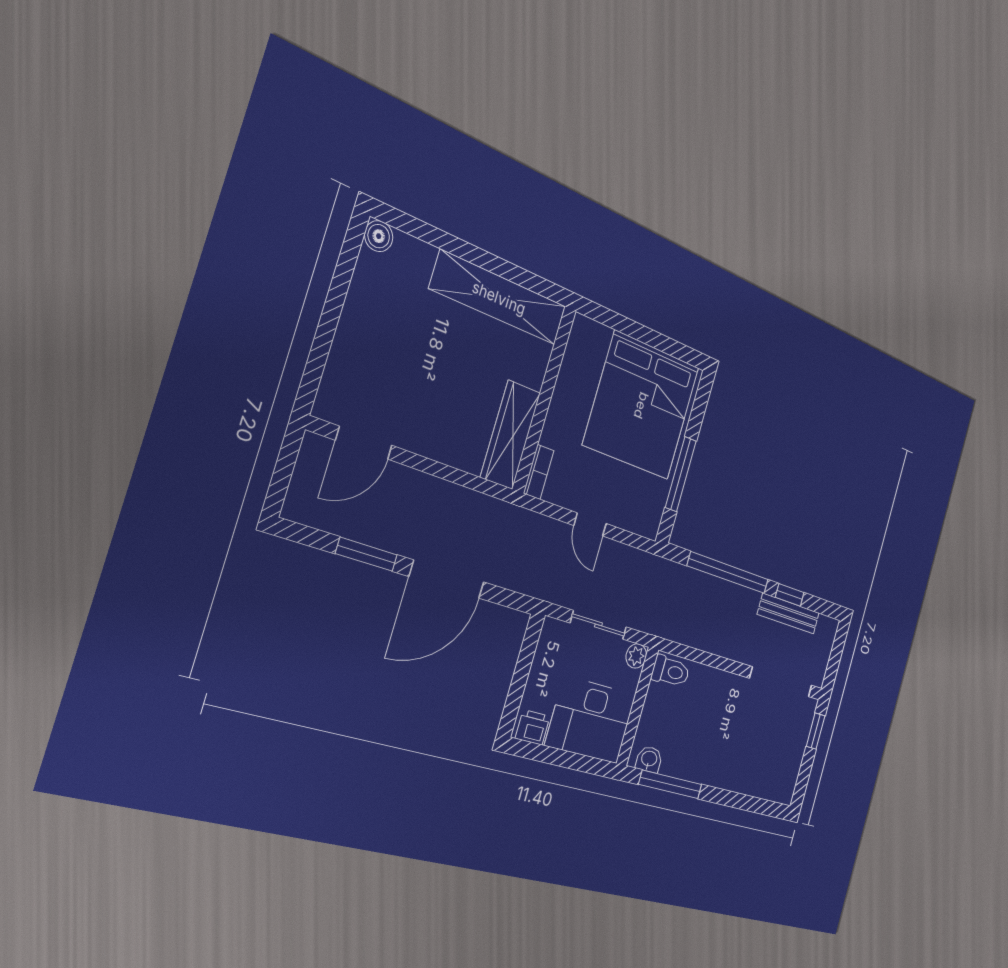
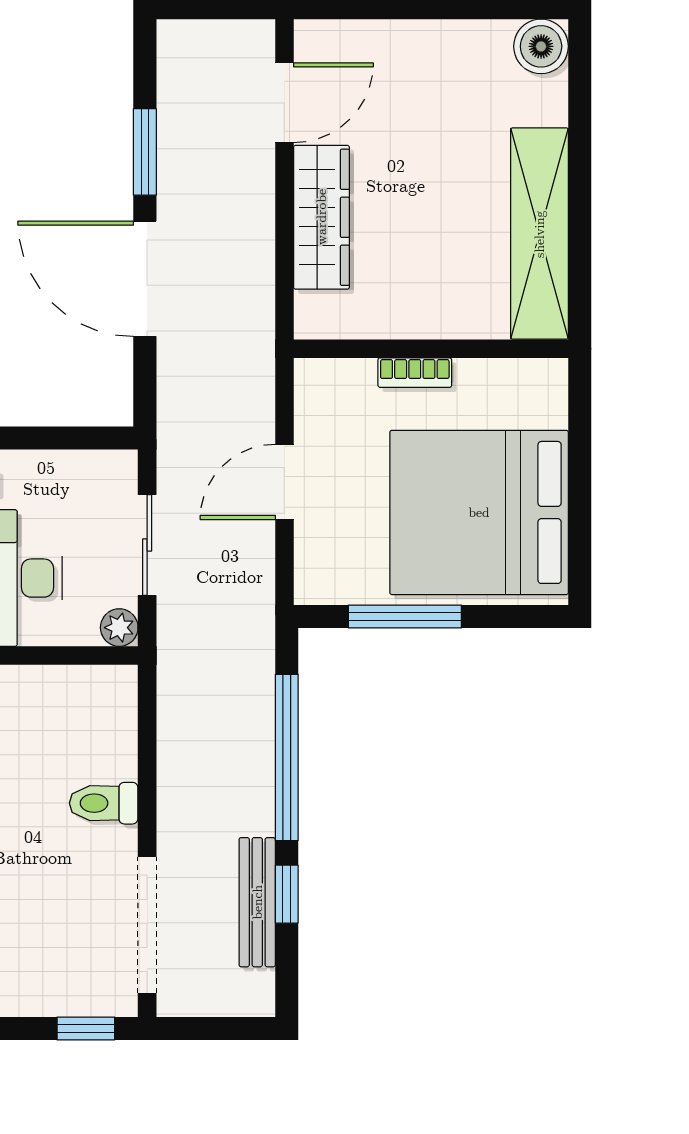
boiler: (379, 236) -> (541, 46), width x1.36, depth x1.36
wardrobe: (510, 435) -> (321, 217), moved, turned 90
door: (364, 443) -> (284, 103), swing flipped
bookcase: (539, 472) -> (415, 373), moved
door: (590, 524) -> (284, 482), width x1.38
toilet: (671, 671) -> (104, 803), moved, turned 90

